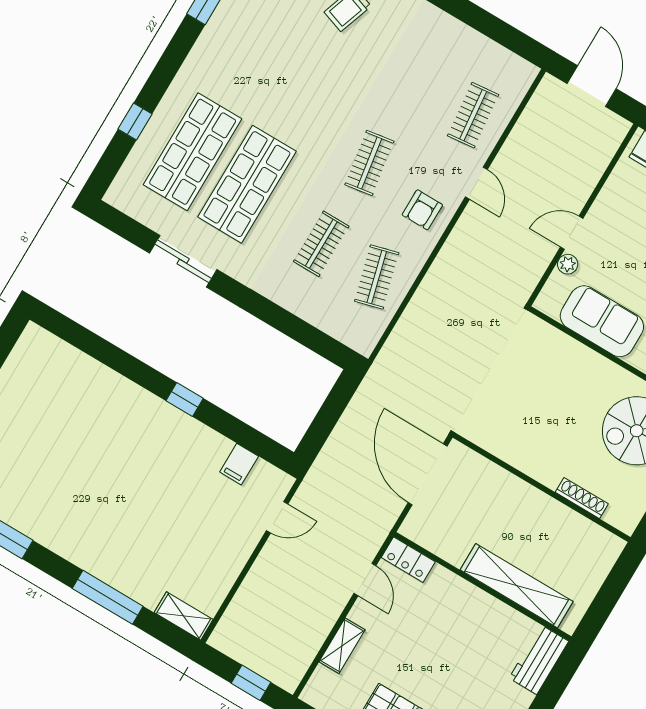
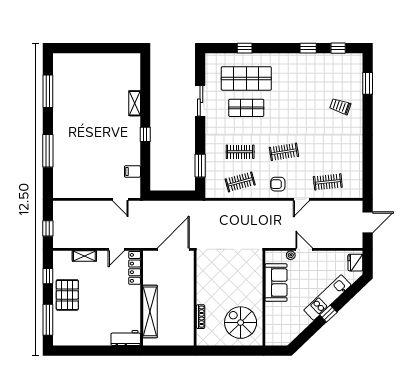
shop shelf: (247, 184) -> (246, 108), width x0.70, depth x0.74
window: (303, 333) -> (200, 166), added
locker: (408, 560) -> (135, 268), width x1.53
shelving: (184, 616) -> (135, 103), moved

